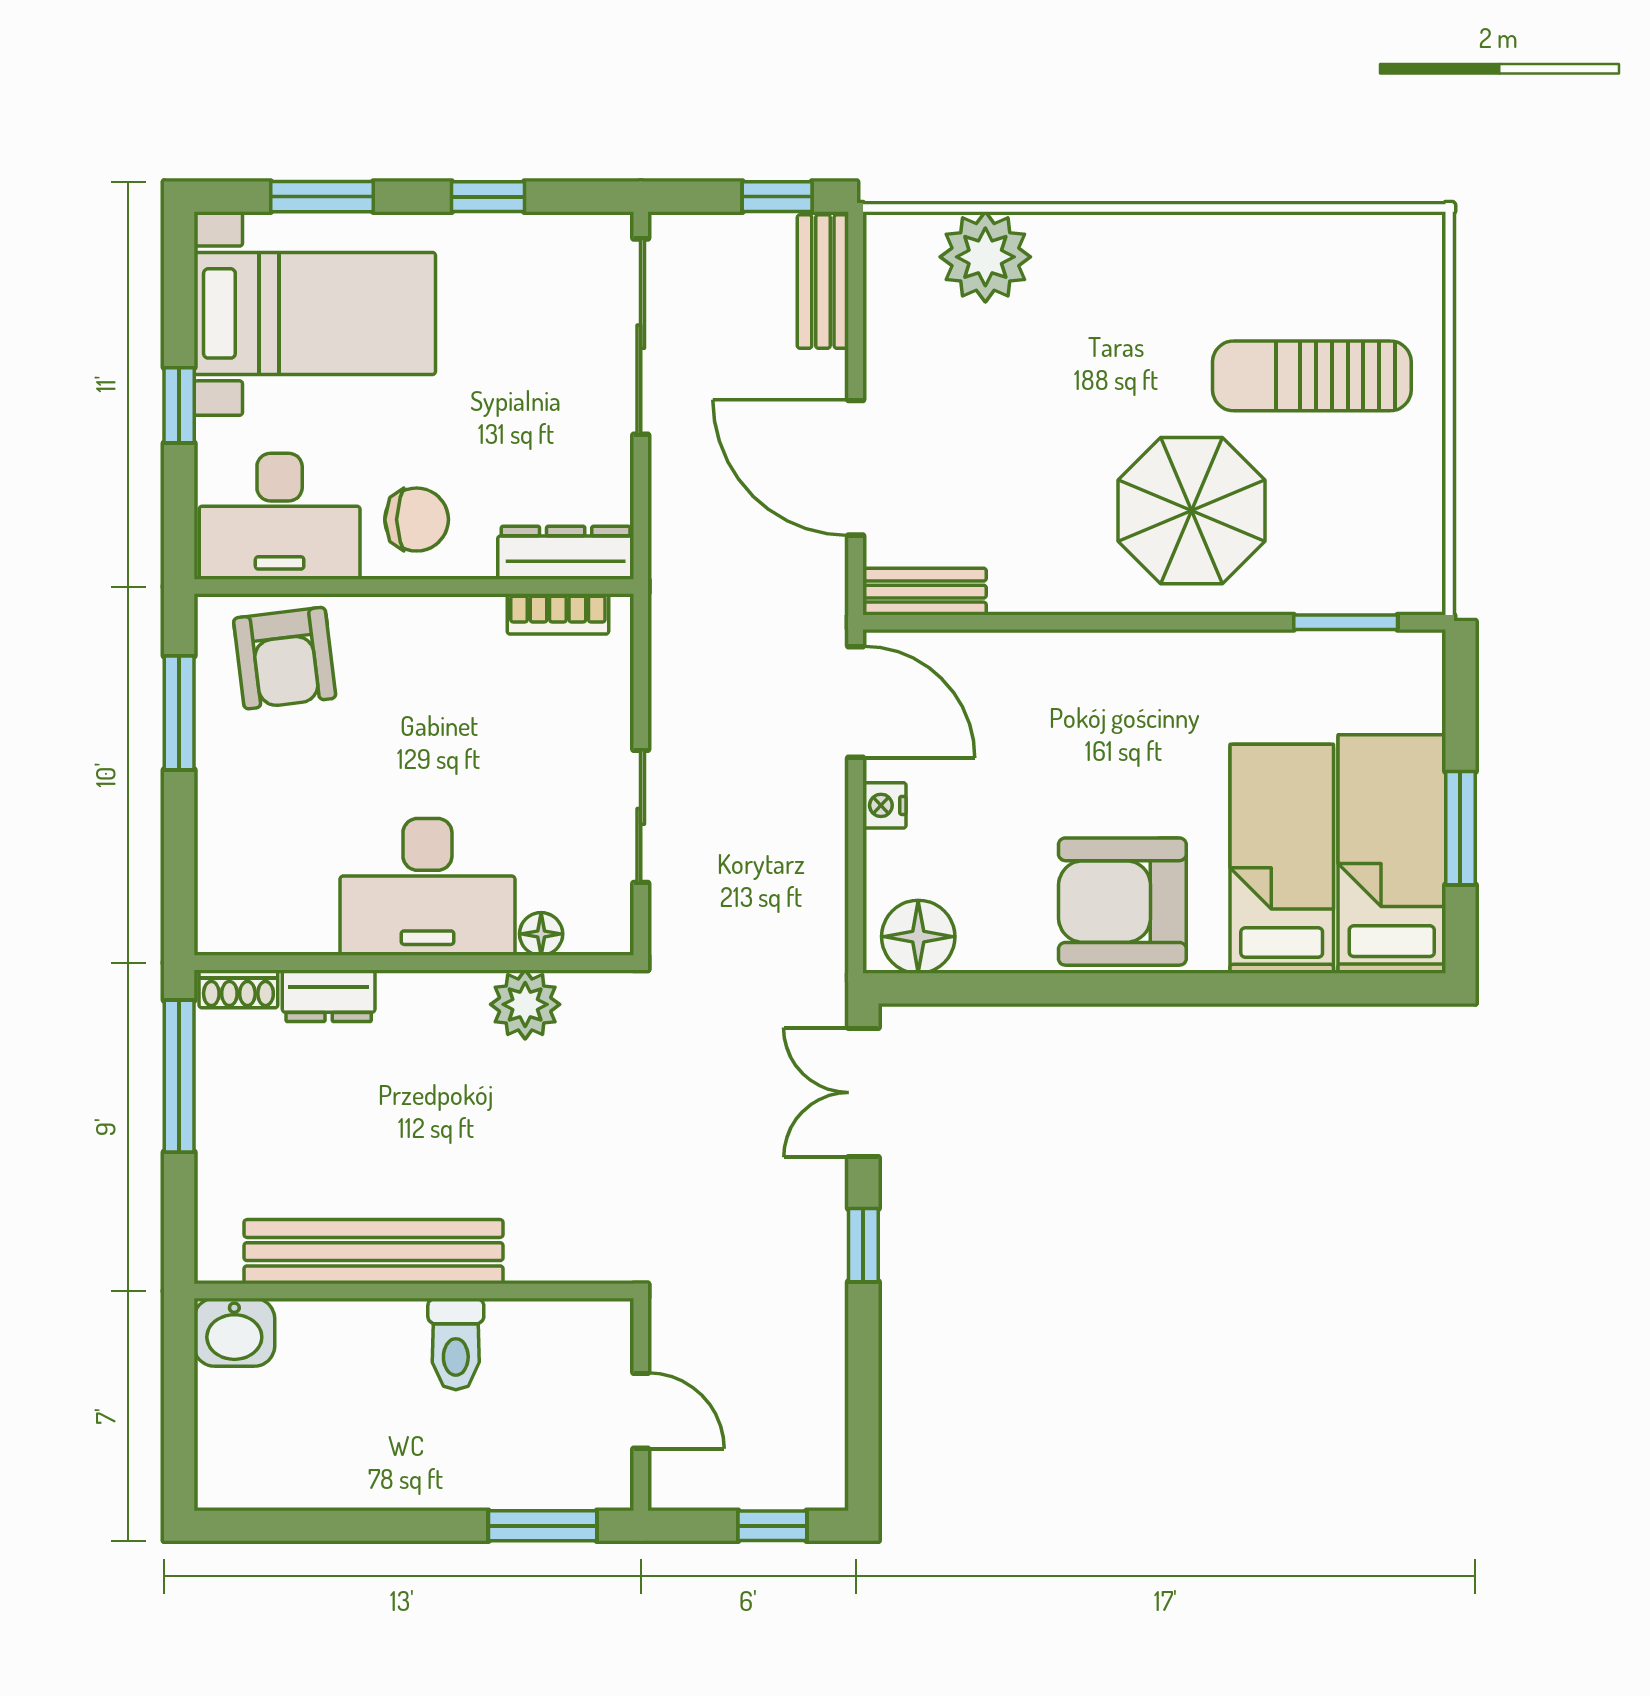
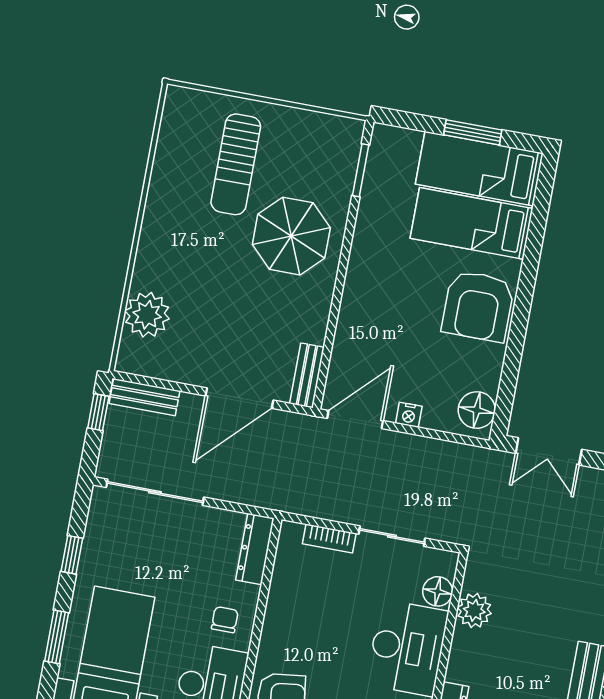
chair: (417, 520) -> (225, 620), width x0.73, depth x0.73
bookcase: (558, 614) -> (329, 539), moved, turned 90
floor lamp: (541, 934) -> (438, 591), width x1.37, depth x1.37

